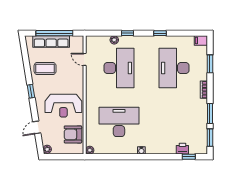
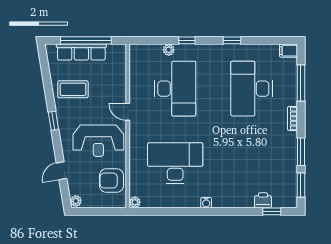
door: (85, 59) -> (128, 112), moved
window: (210, 64) -> (301, 83), width x1.44

